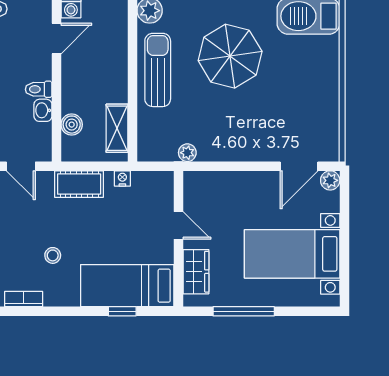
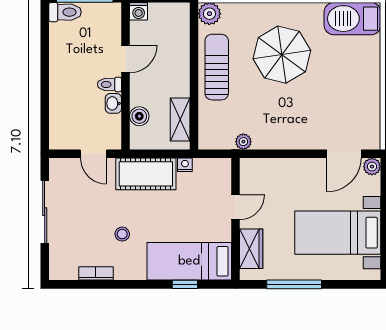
door: (56, 39) -> (126, 59), moved
cot: (79, 184) -> (146, 174), width x1.37, depth x1.34
door: (179, 225) -> (235, 207), hinge flipped

